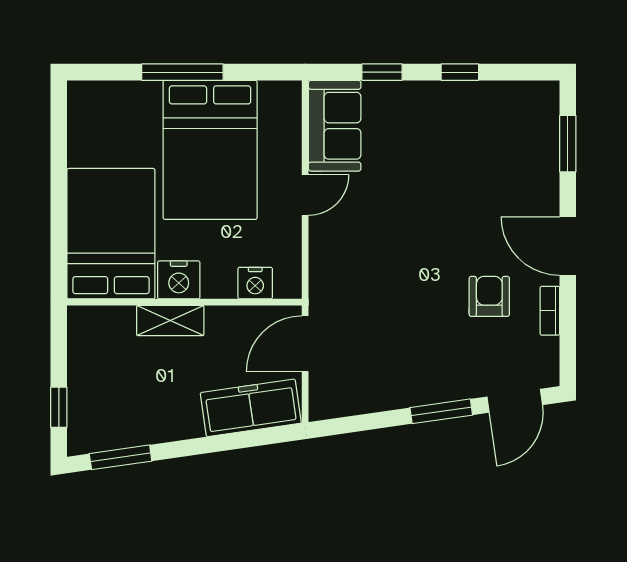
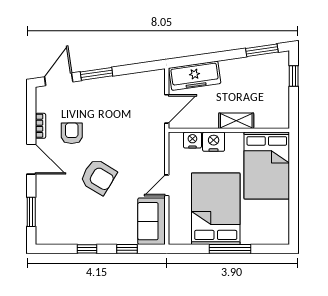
armchair: (438, 212) -> (98, 177), added
nightstand: (179, 280) -> (214, 142), moved
armchair: (489, 296) -> (72, 133), turned 180

